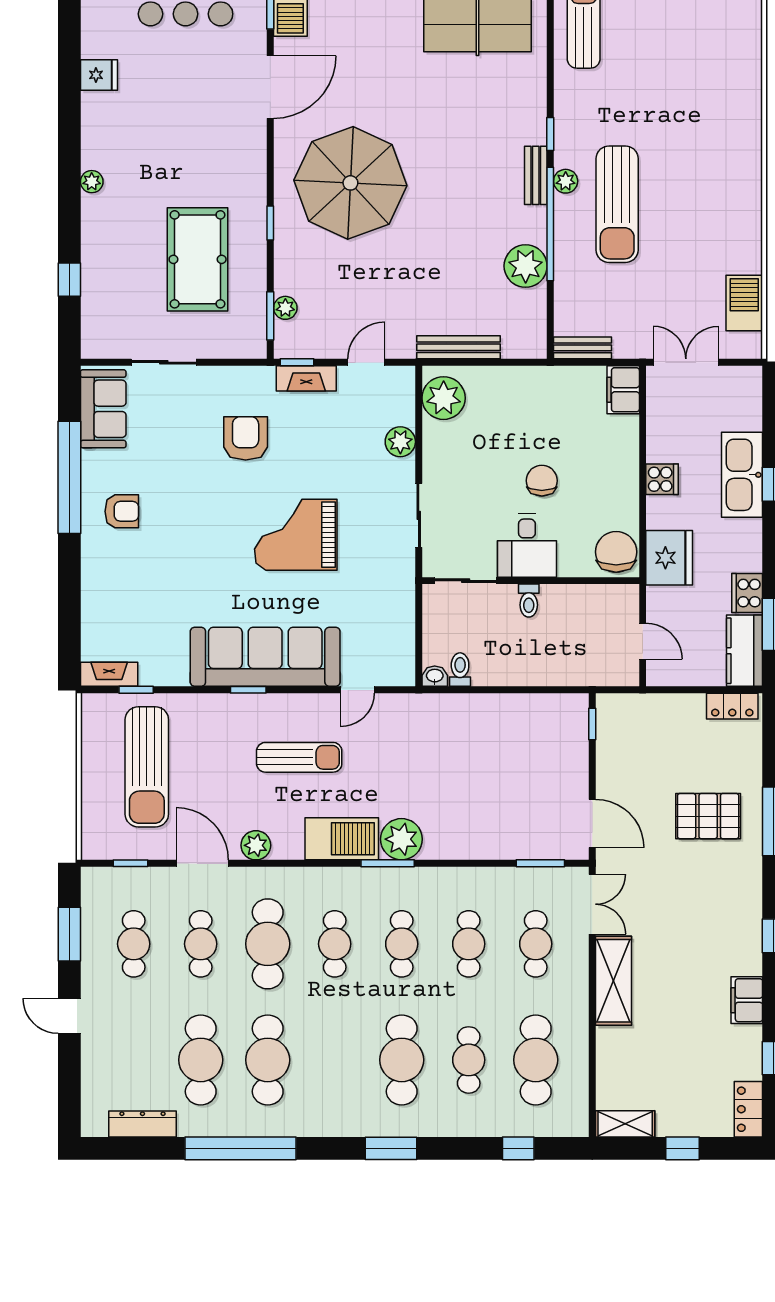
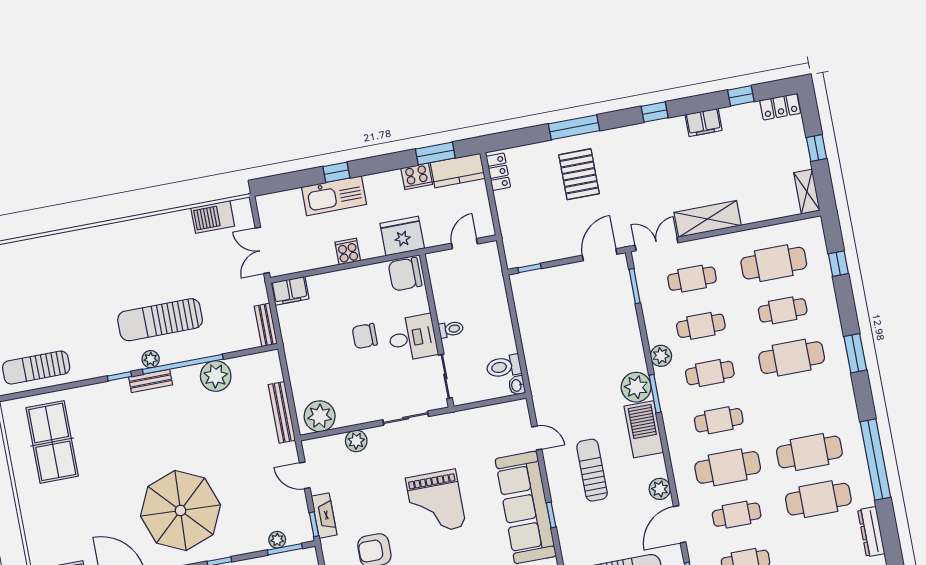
sun lounger: (617, 204) -> (160, 320), turned 180
toilet: (460, 670) -> (504, 367), width x1.37, depth x1.39
plant: (438, 881) -> (661, 356), added

